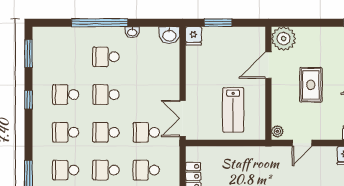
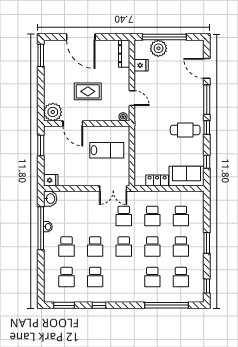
window: (100, 23) -> (41, 228), moved
window: (218, 23) -> (41, 146), moved
school desk: (66, 132) -> (67, 277), moved

